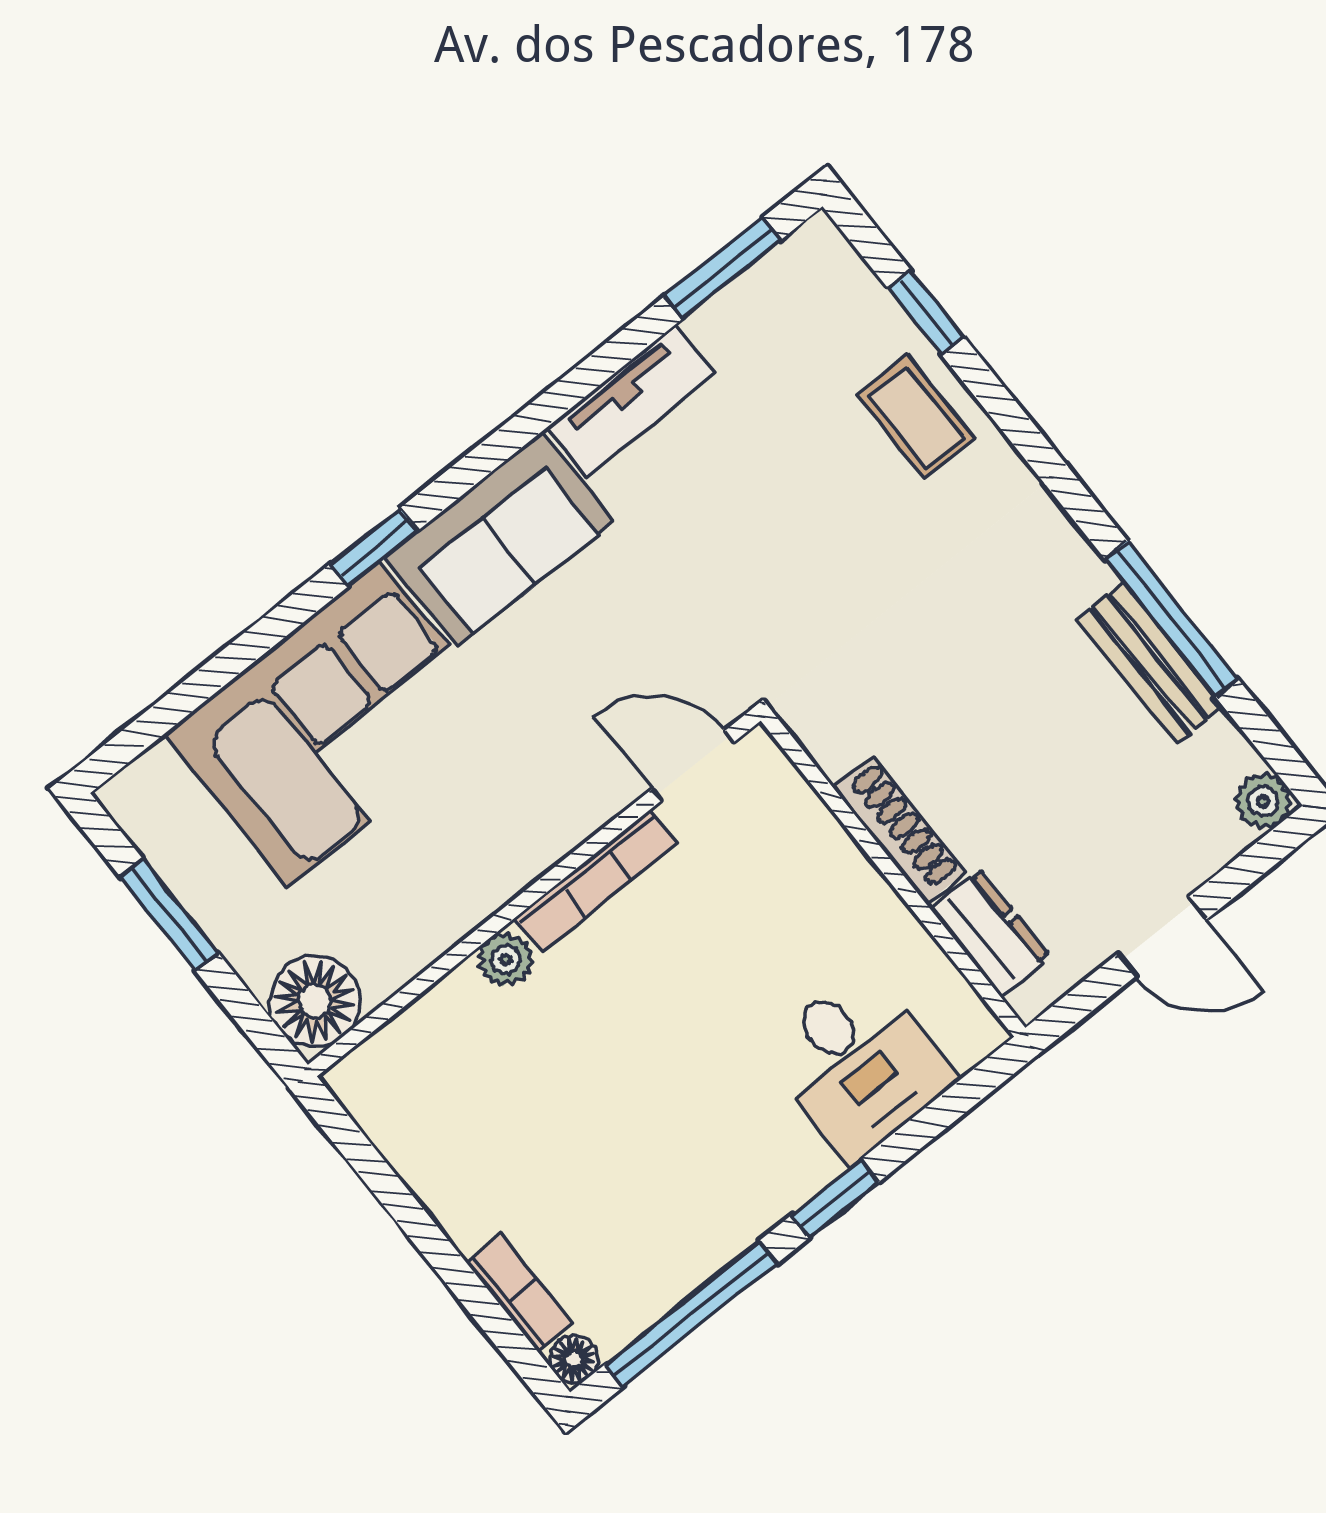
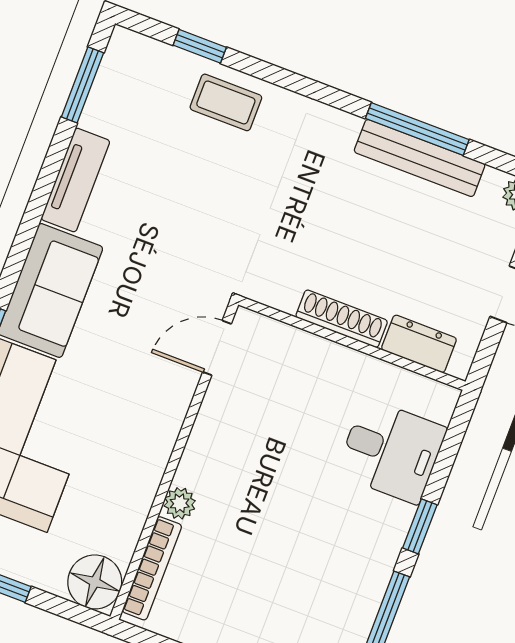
bench: (1150, 663) -> (420, 158), width x1.36
bookcase: (596, 881) -> (152, 568), moved

